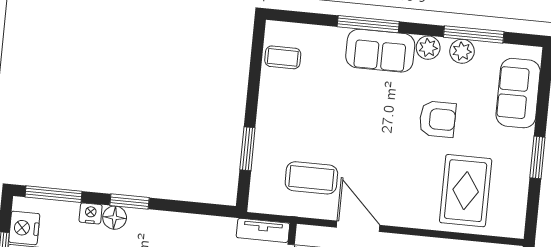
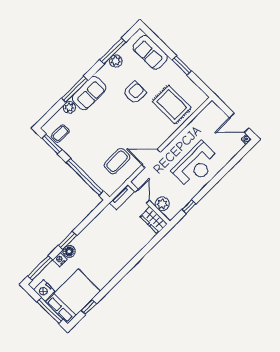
plant: (428, 48) -> (69, 107), moved
window: (256, 58) -> (52, 144), added
window: (247, 149) -> (85, 177), width x2.11

